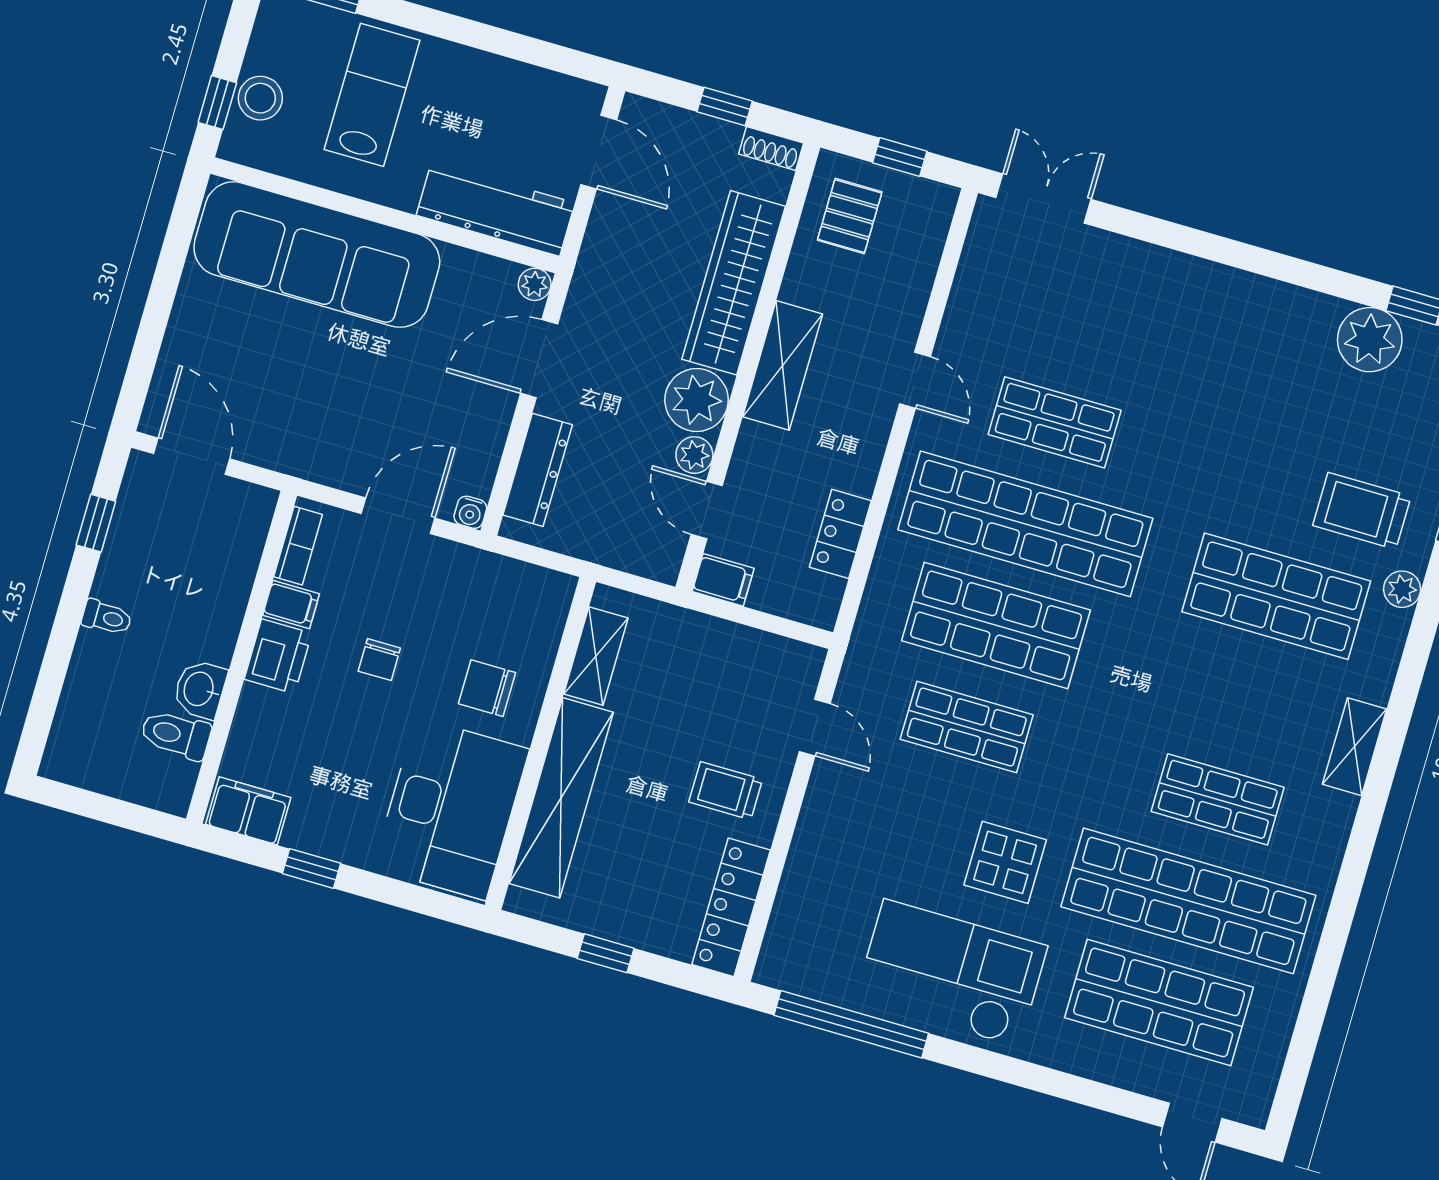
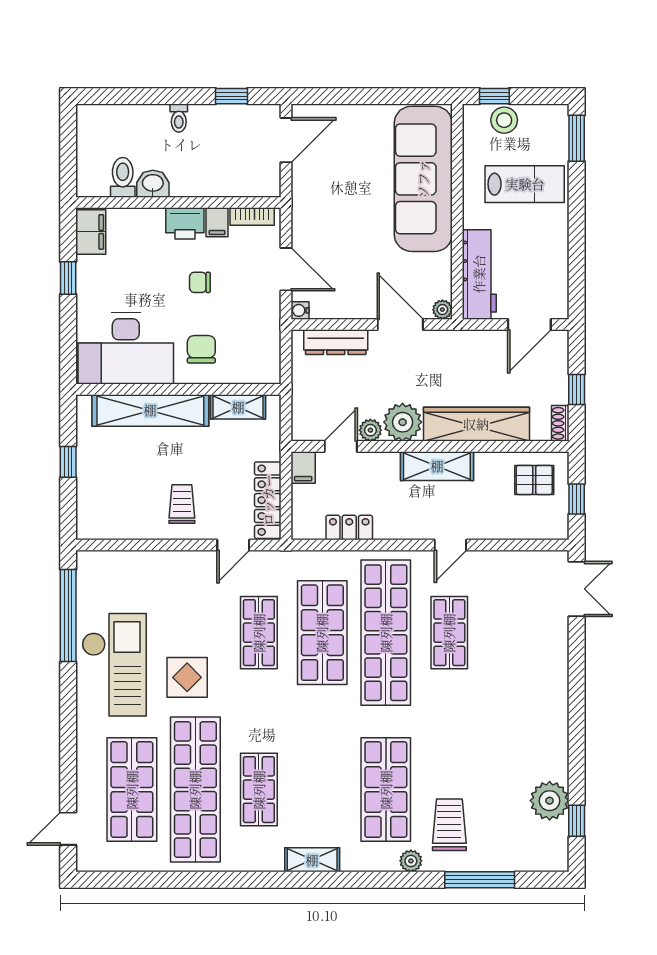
locker: (731, 907) -> (268, 500), moved, turned -90

